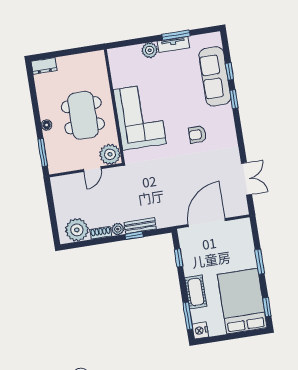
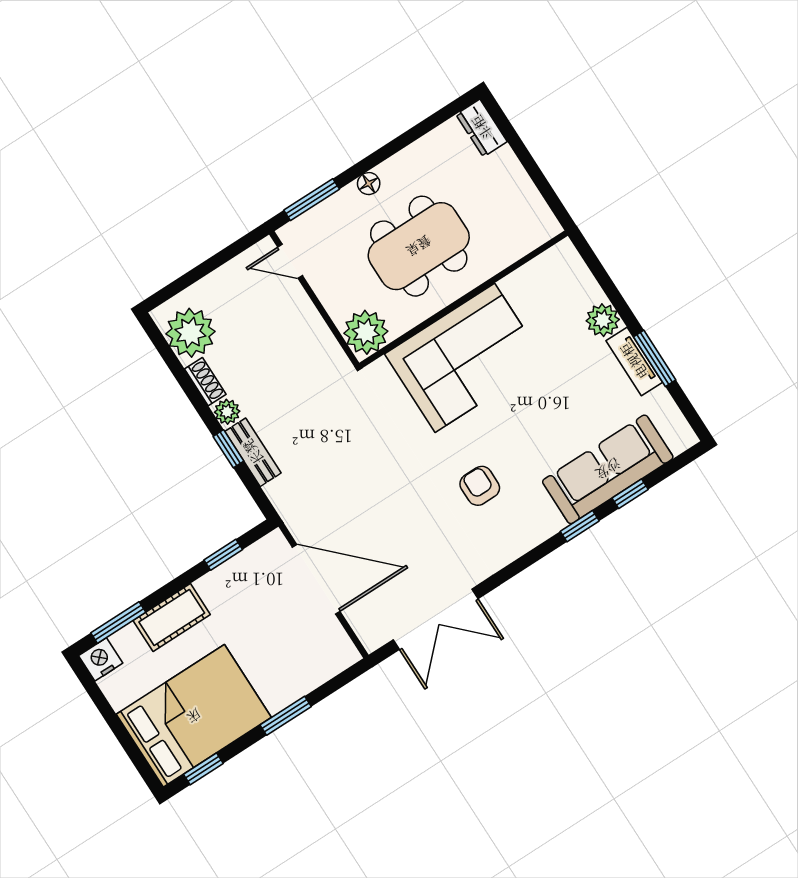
door: (92, 169) -> (290, 261), moved
double door: (247, 179) -> (436, 619), width x1.37

